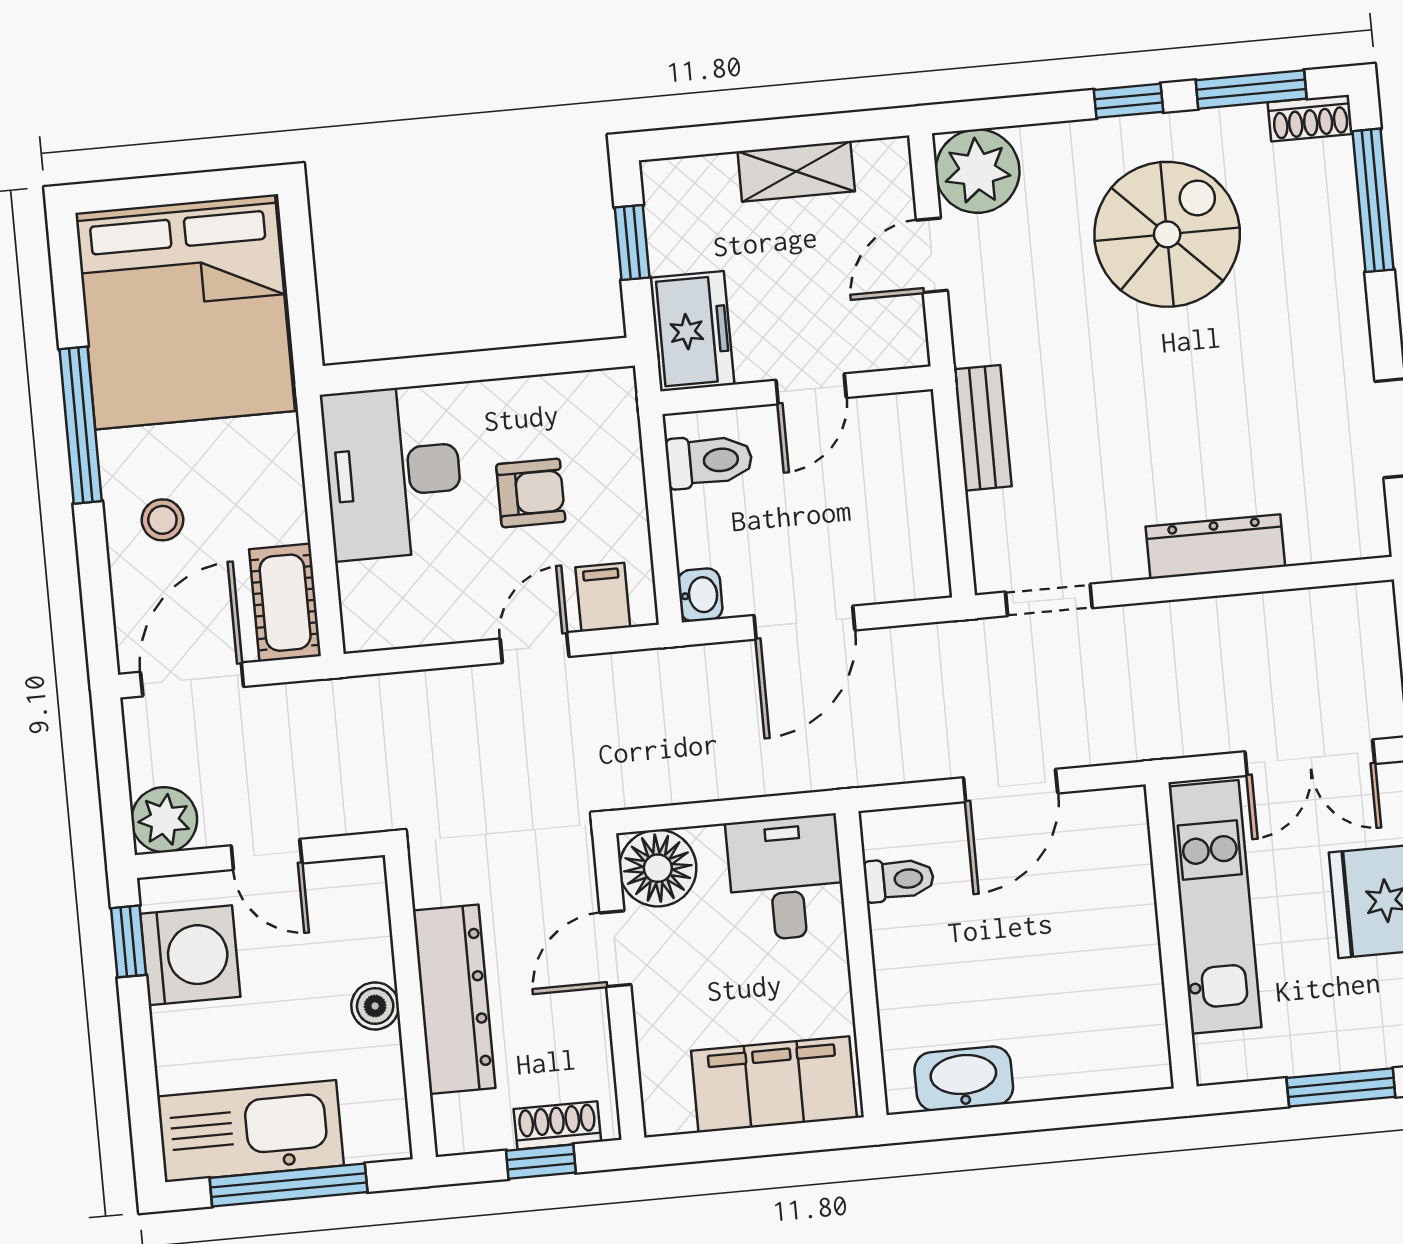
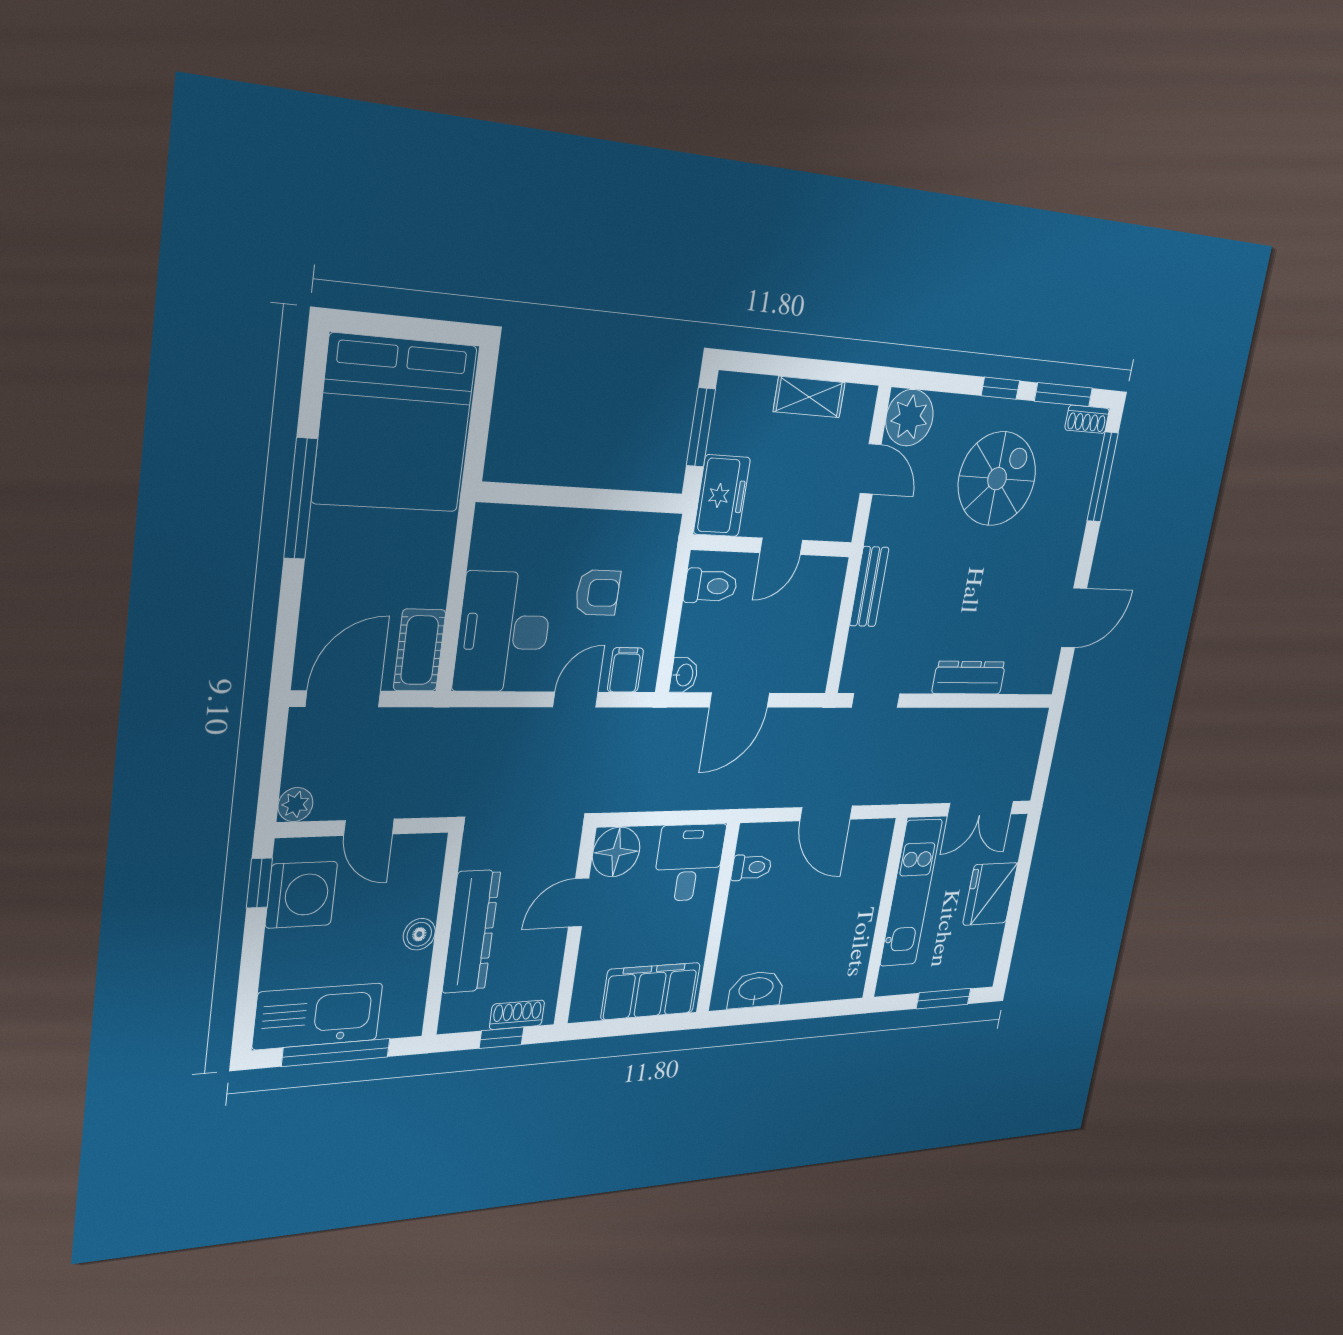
window: (632, 242) -> (701, 427), width x1.50
door: (932, 255) -> (871, 469), swing flipped
desk: (393, 472) -> (503, 632), moved
stool: (162, 520) -> (346, 579), removed
door: (1011, 785) -> (826, 813), hinge flipped
plant: (164, 820) -> (295, 805), width x0.73, depth x0.73

